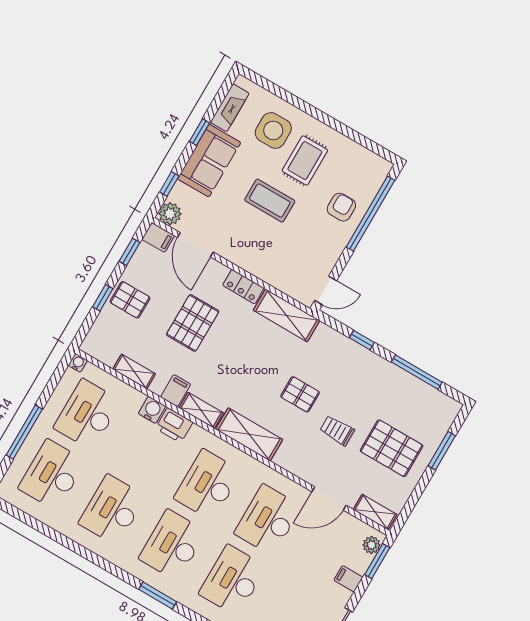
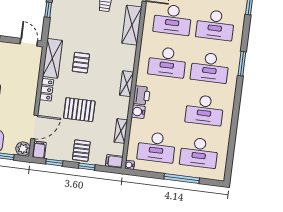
filing cabinet: (176, 391) -> (114, 161), moved
pallet: (300, 394) -> (81, 63), moved
shelving: (249, 434) -> (132, 25), moved

